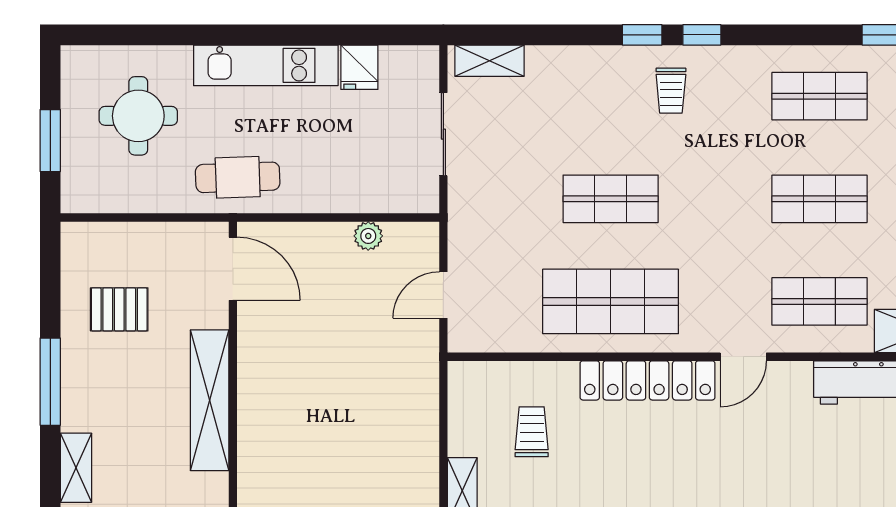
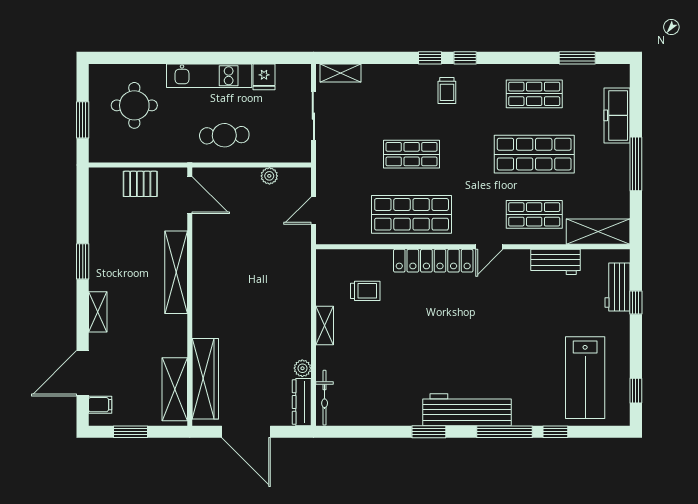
cafe table: (238, 177) -> (224, 135), moved
shop shelf: (819, 199) -> (534, 154), width x1.43, depth x1.36
pallet: (119, 309) -> (140, 184), moved
window: (50, 382) -> (83, 261), width x0.69
trolley: (532, 432) -> (365, 291), turned 90

